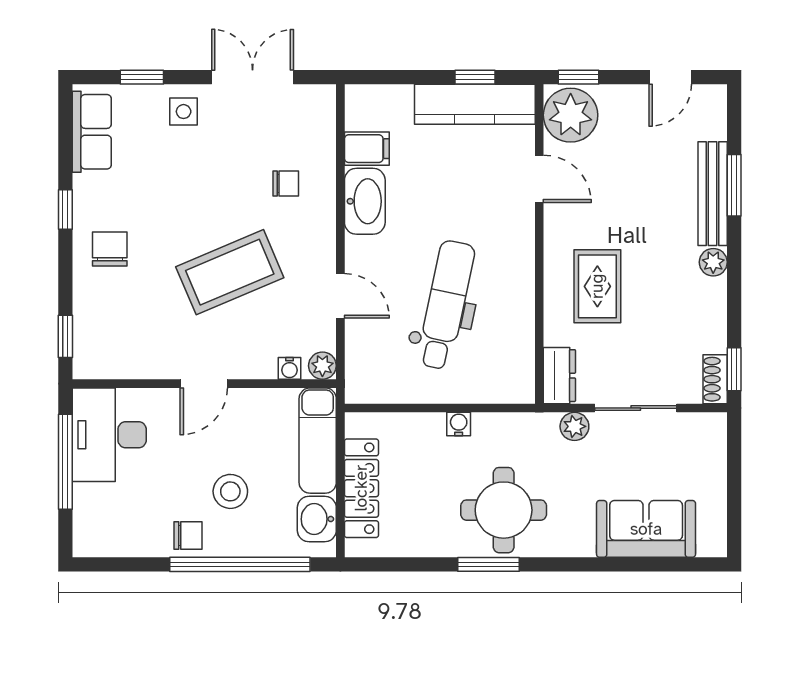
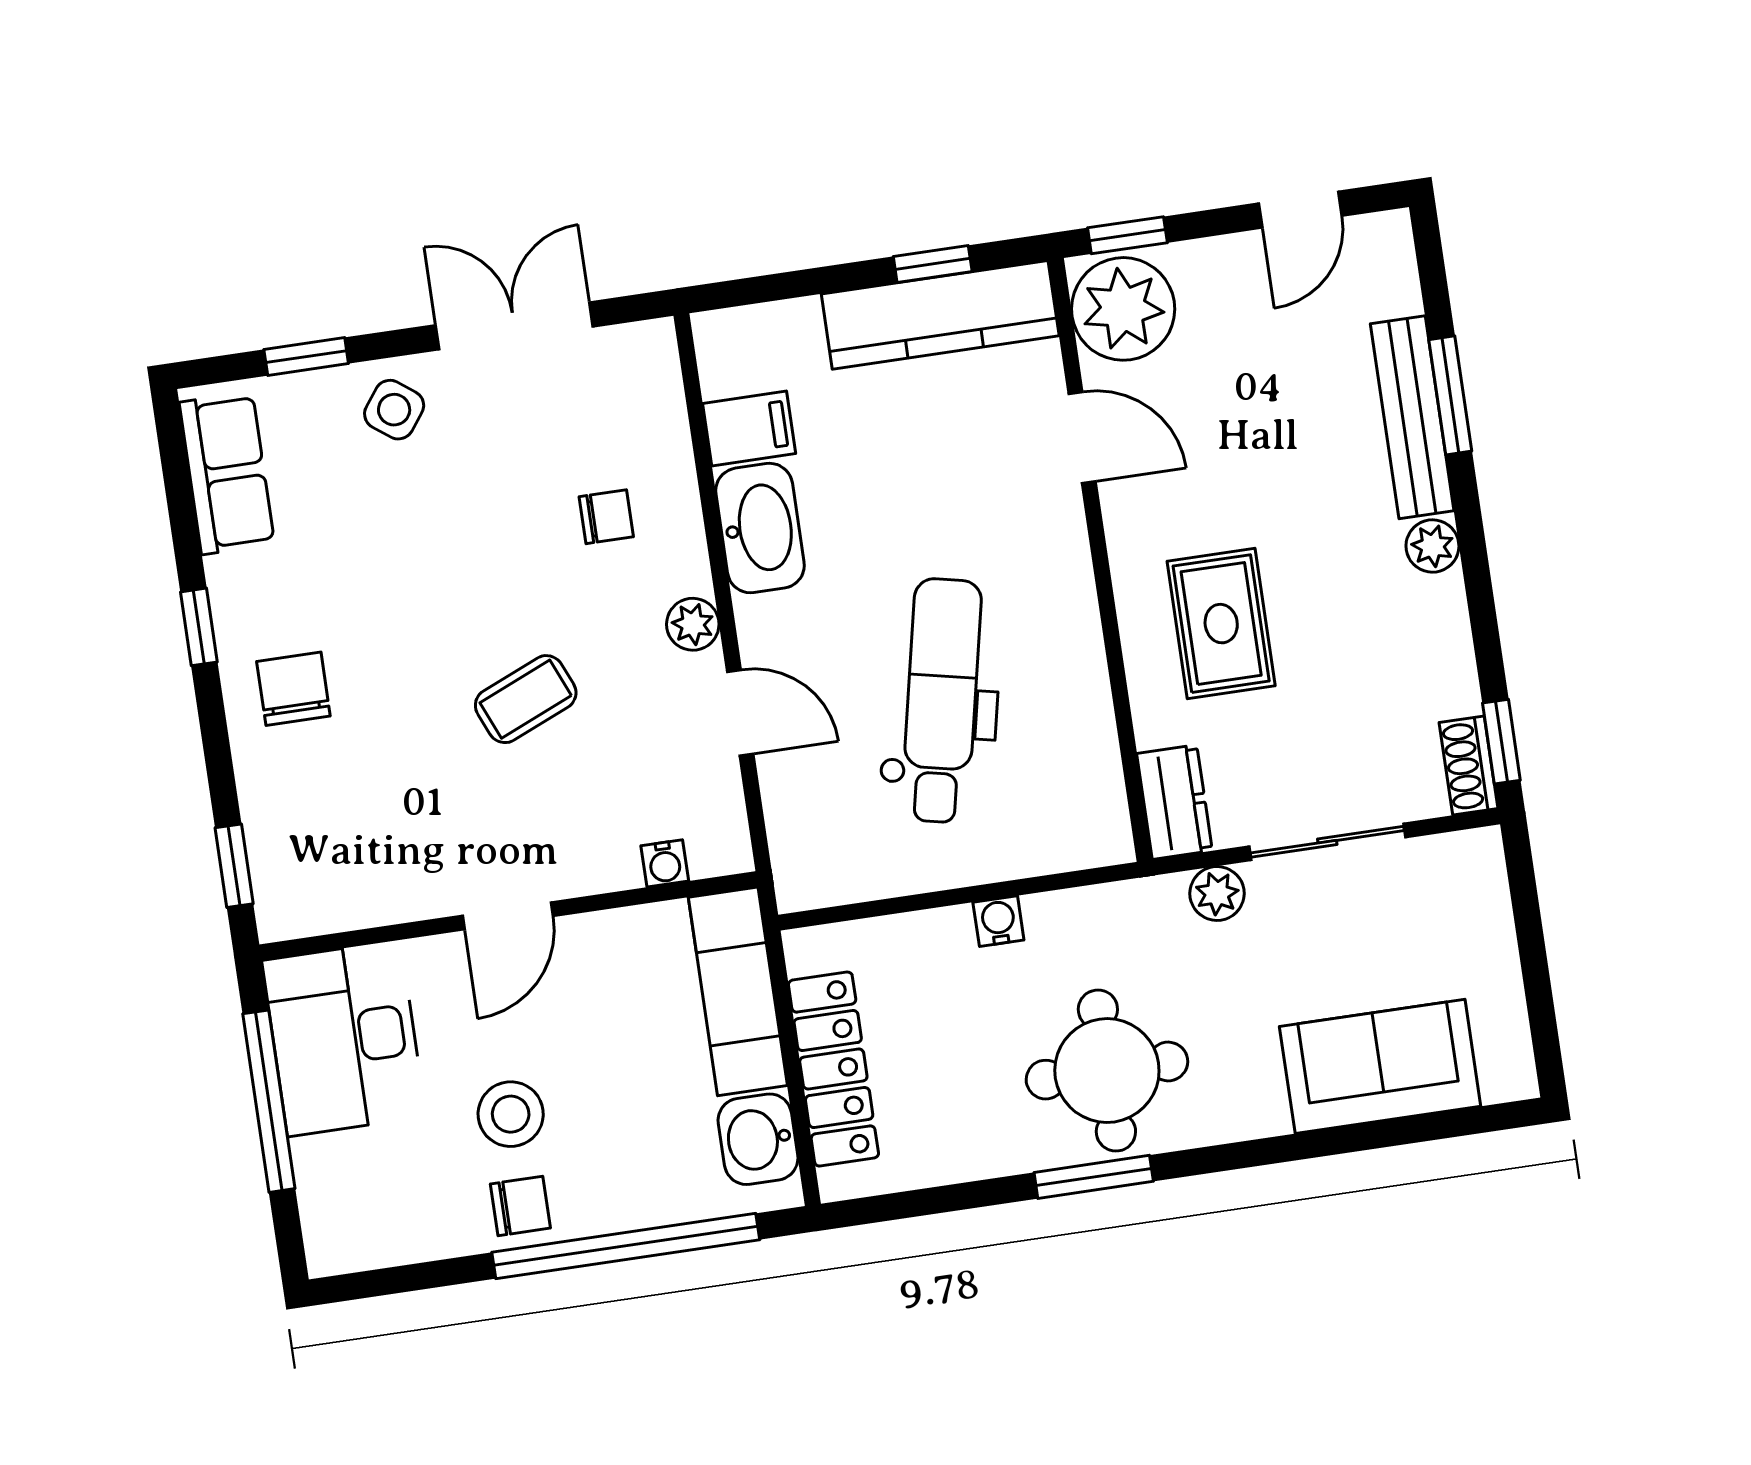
side table: (184, 112) -> (394, 410), turned 37
coffee table: (230, 272) -> (526, 699), width x0.54, depth x0.58
plant: (322, 366) -> (693, 624), moved
stool: (230, 491) -> (511, 1114), moved

